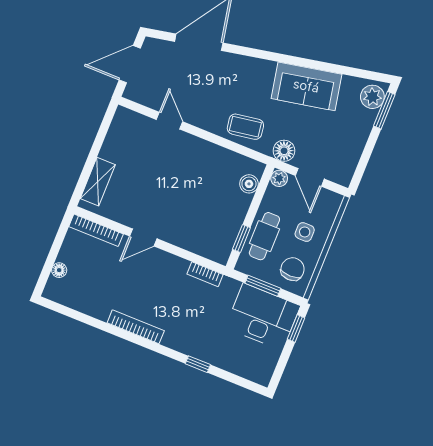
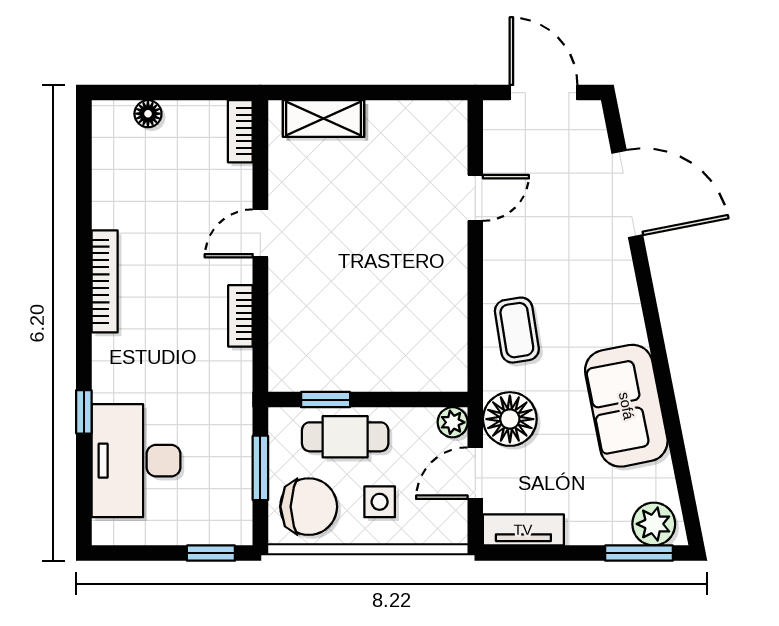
floor lamp: (284, 151) -> (510, 419), width x1.38, depth x1.38
tv unit: (349, 164) -> (523, 530), added
boiler: (249, 184) -> (423, 375), removed
bookcase: (96, 230) -> (240, 131), width x0.64
door: (143, 237) -> (260, 233), hinge flipped
chair: (293, 269) -> (309, 507), width x1.37, depth x1.37
bookcase: (205, 274) -> (240, 316), moved
desk: (263, 317) -> (136, 461), moved, turned 180

